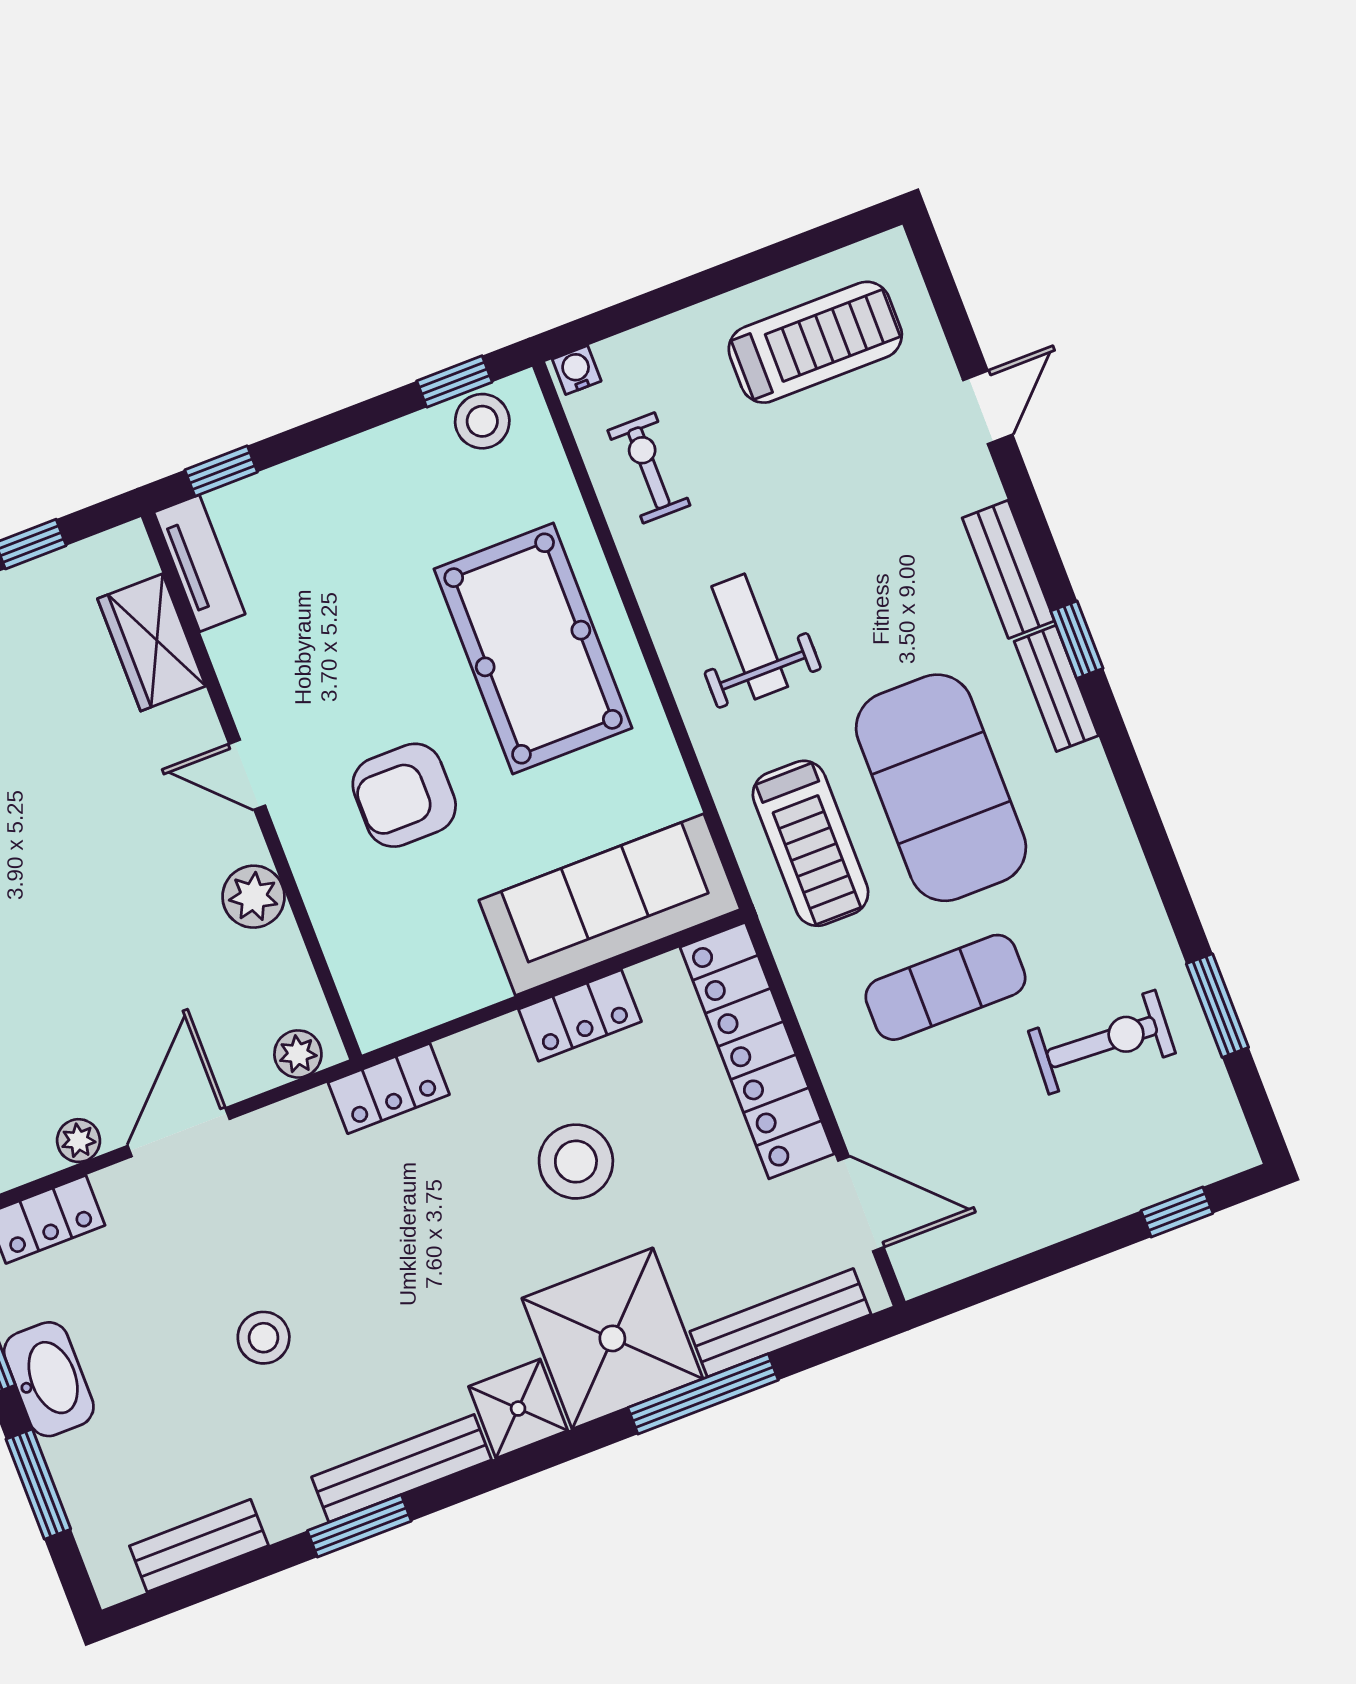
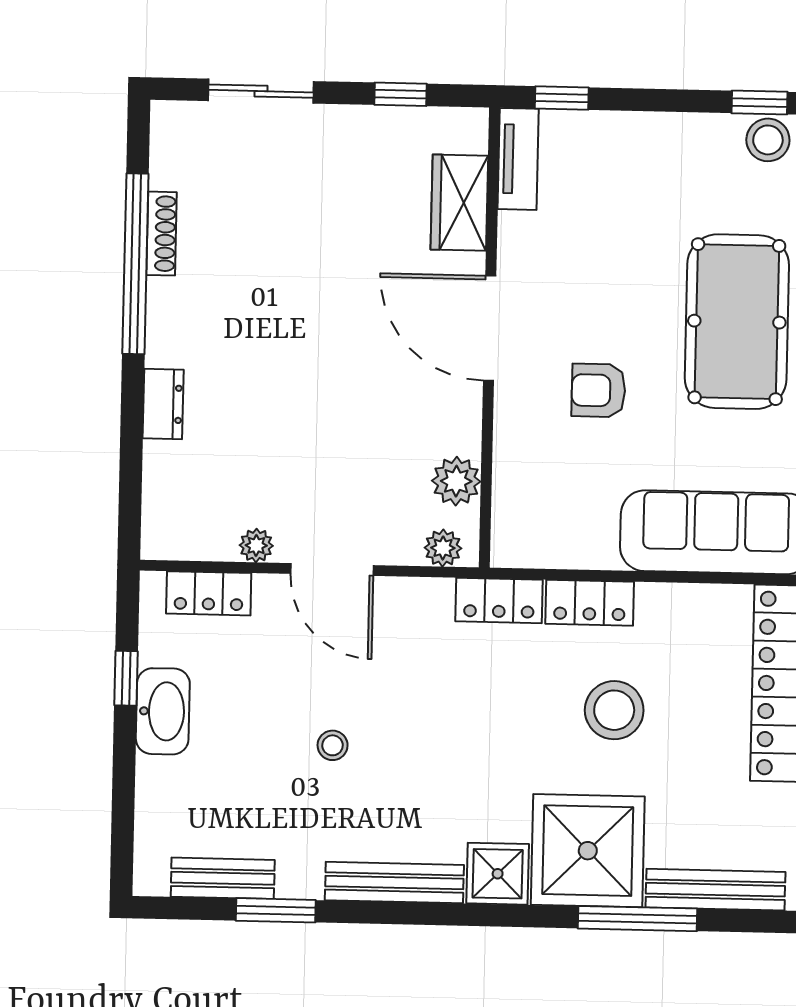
door: (247, 775) -> (490, 328), width x1.88
armchair: (404, 795) -> (598, 390), width x0.72, depth x0.72
plant: (253, 897) -> (456, 481), moved
locker: (580, 1015) -> (590, 603), moved
door: (179, 1132) -> (332, 569), swing flipped
stool: (264, 1338) -> (333, 745), width x0.73, depth x0.73
window: (38, 1484) -> (124, 785), removed
window: (359, 1526) -> (276, 910), moved

